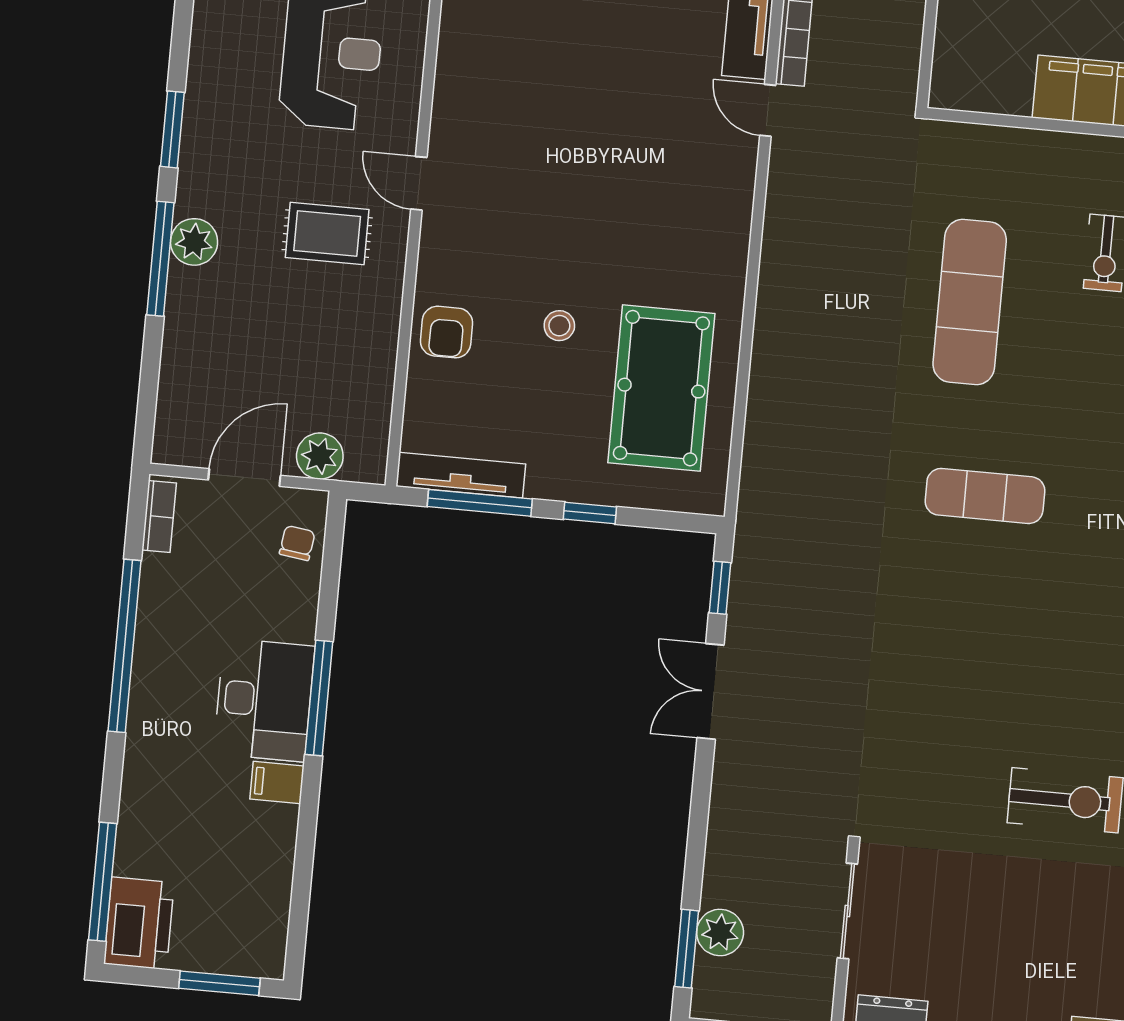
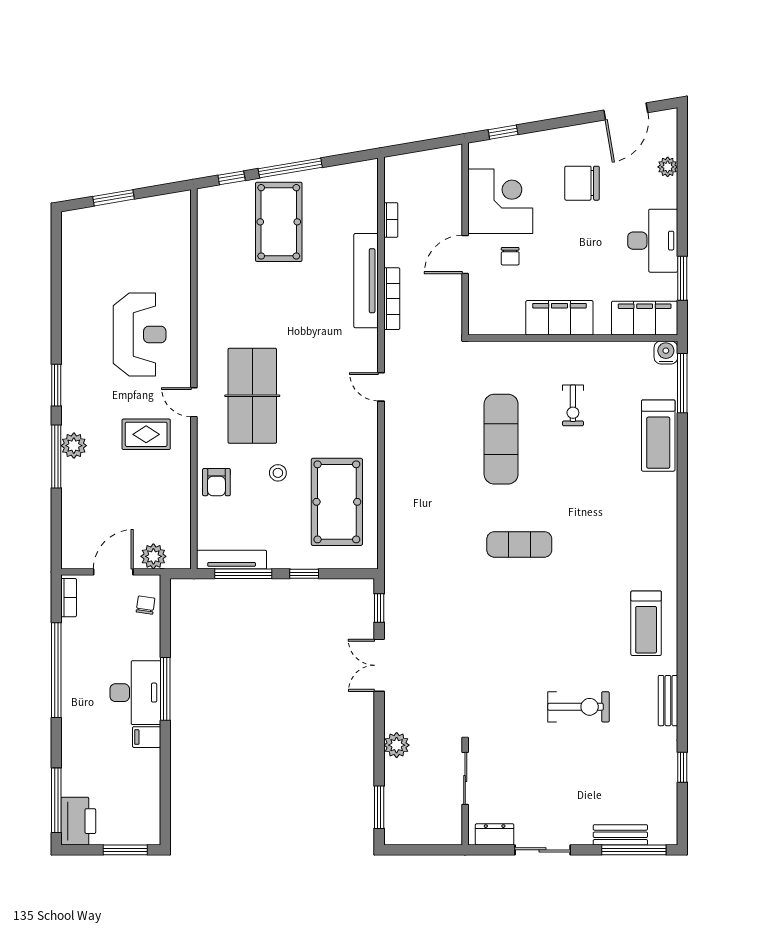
door: (768, 110) -> (381, 387), moved
table tennis table: (526, 182) -> (252, 396), added
plant: (720, 932) -> (397, 745), moved

